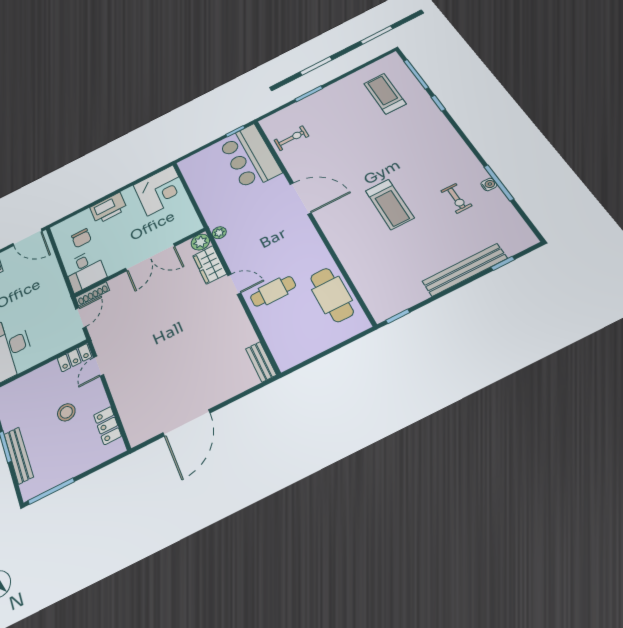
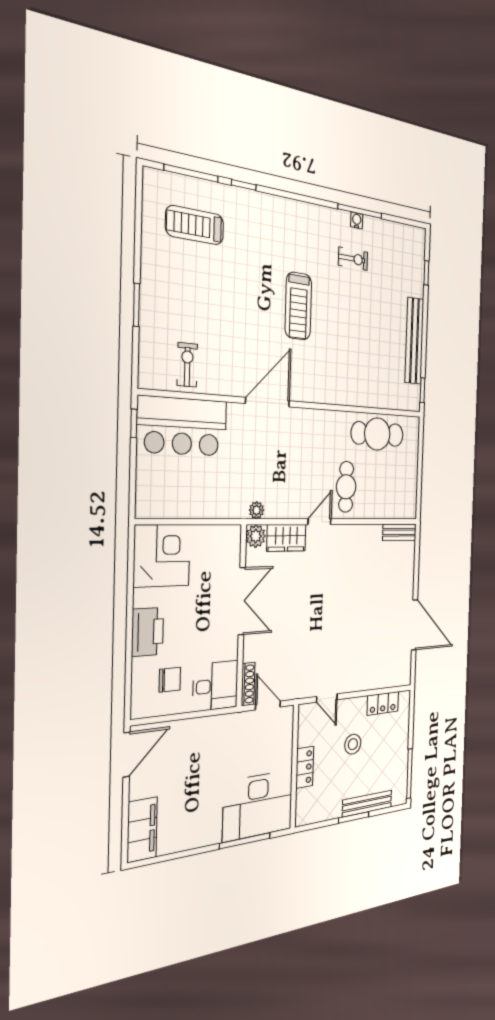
treadmill: (390, 204) -> (298, 306), moved, turned 90
bench: (465, 270) -> (414, 341), moved
locker: (74, 358) -> (305, 767), moved

